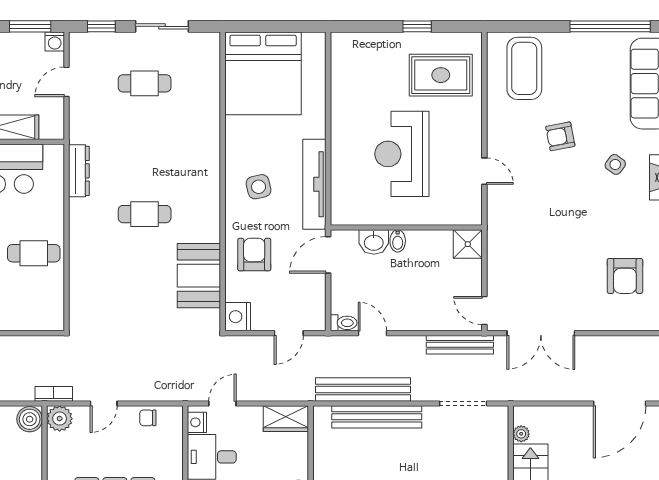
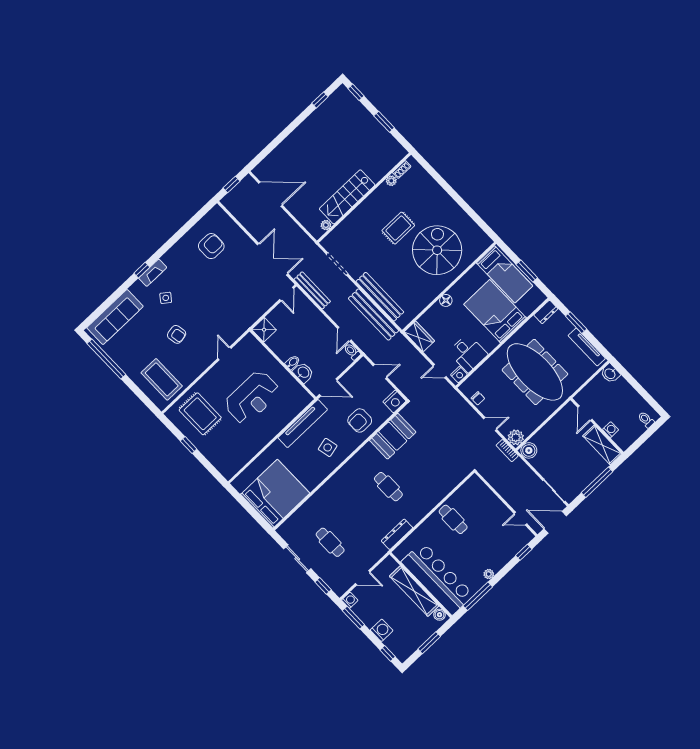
coffee table: (524, 68) -> (162, 379), turned 90

